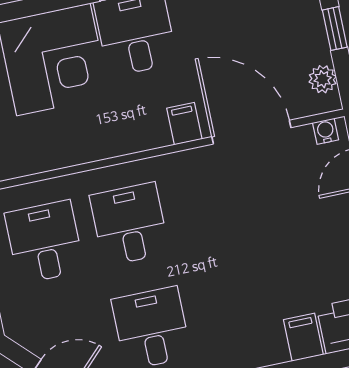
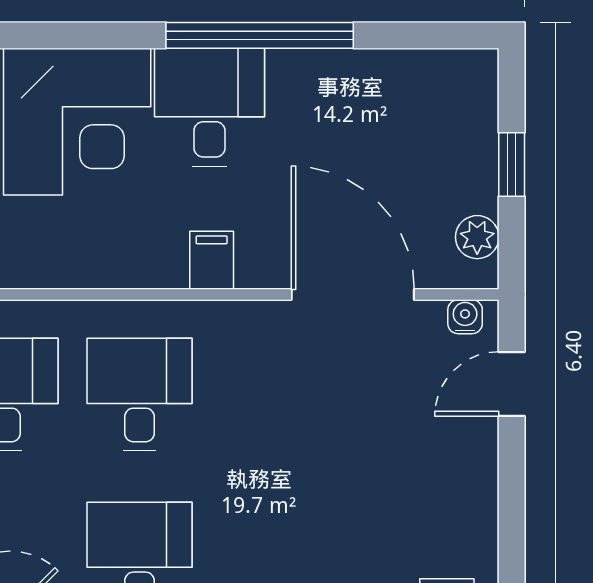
filing cabinet: (184, 124) -> (212, 260), moved

